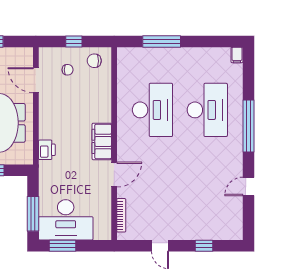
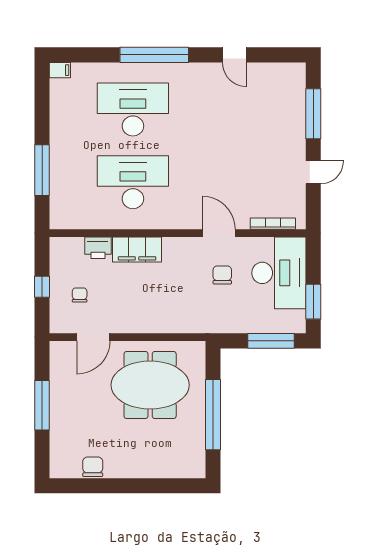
chair: (94, 61) -> (222, 275), moved, turned 180
filing cabinet: (102, 141) -> (137, 250), moved
printer: (47, 150) -> (98, 248), moved, turned 180
desk: (66, 220) -> (279, 273), moved
window: (204, 246) -> (313, 114), width x2.17

